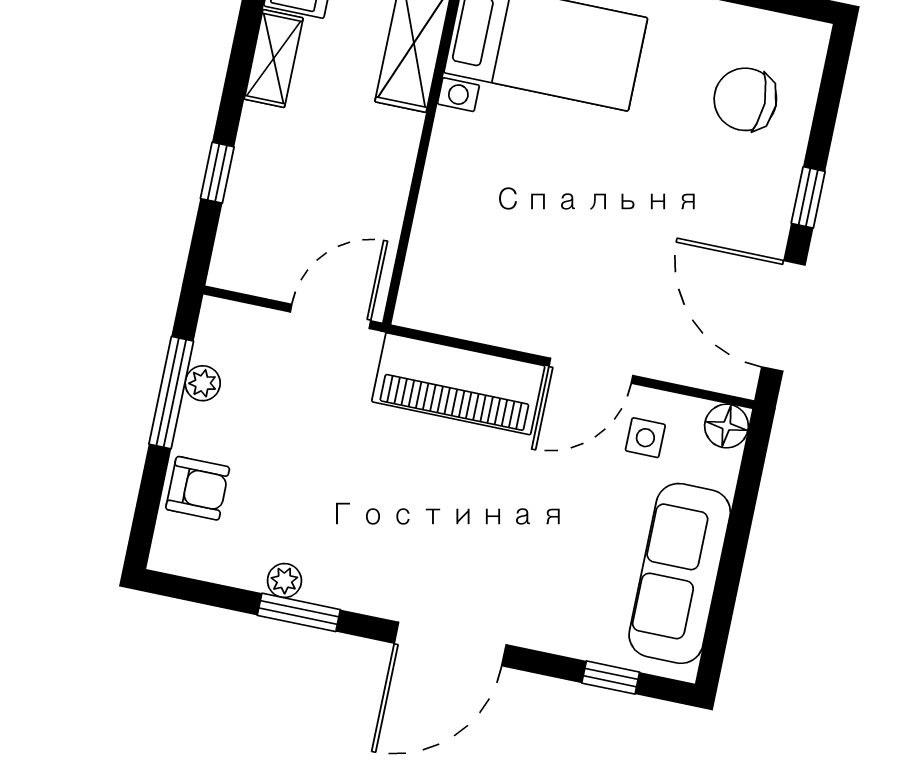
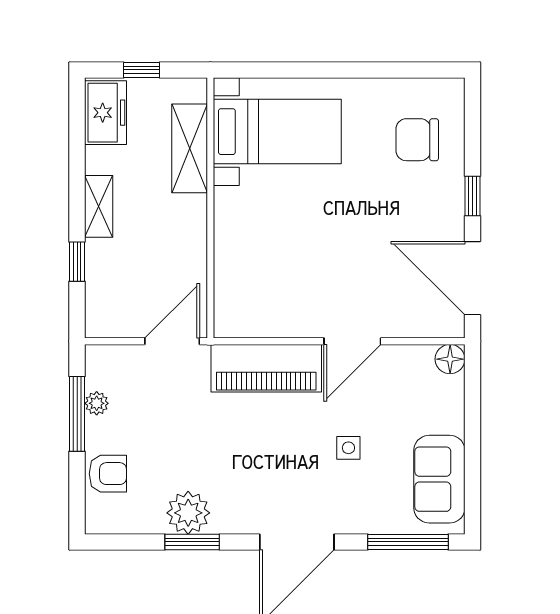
shelving: (274, 59) -> (99, 206), moved
side table: (645, 438) -> (348, 448), moved
sofa: (680, 573) -> (439, 479), width x0.73
plant: (284, 581) -> (188, 513), width x1.88, depth x1.88
window: (611, 678) -> (408, 542), width x2.17

